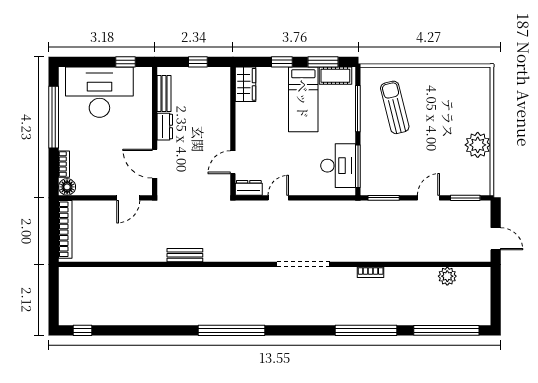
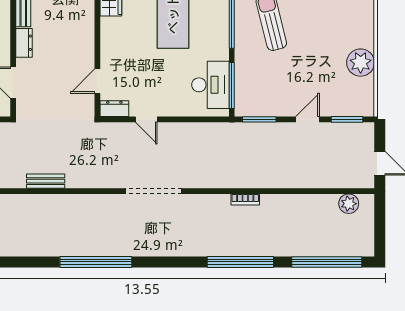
door: (278, 198) -> (146, 119), swing flipped
doorway: (303, 264) -> (153, 191), moved
plant: (447, 276) -> (349, 204), moved

